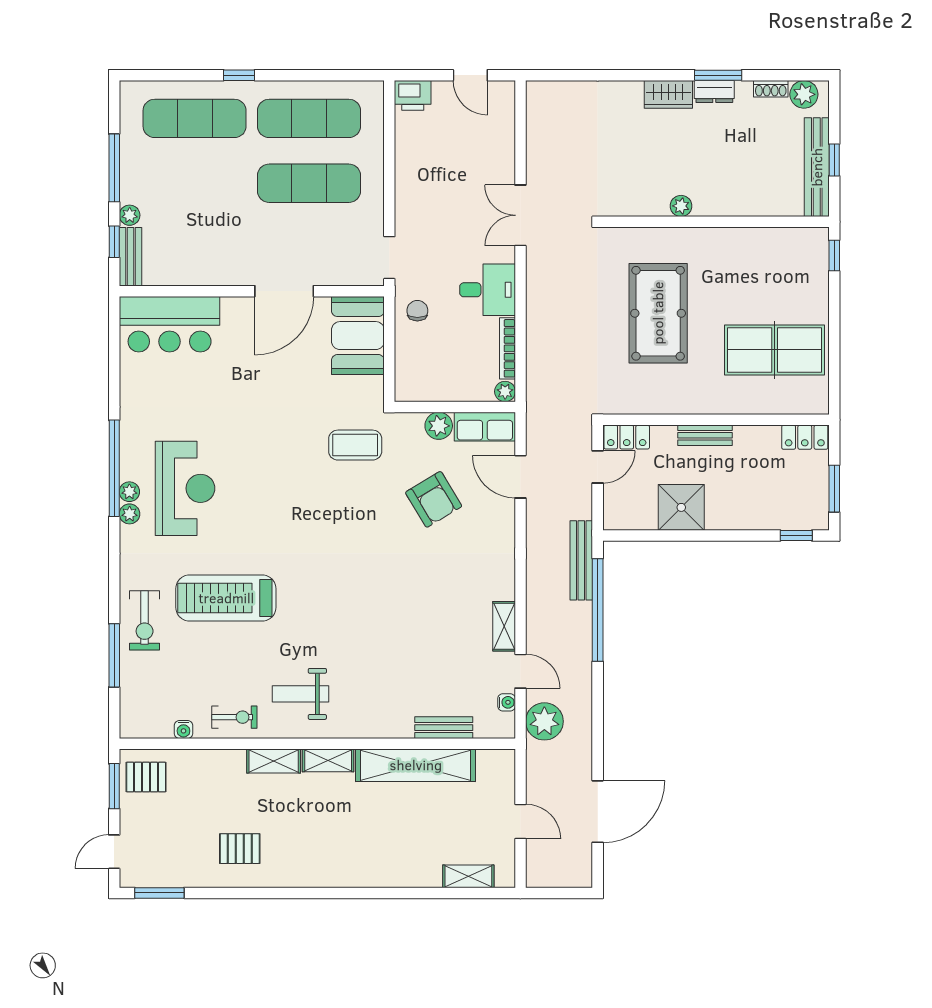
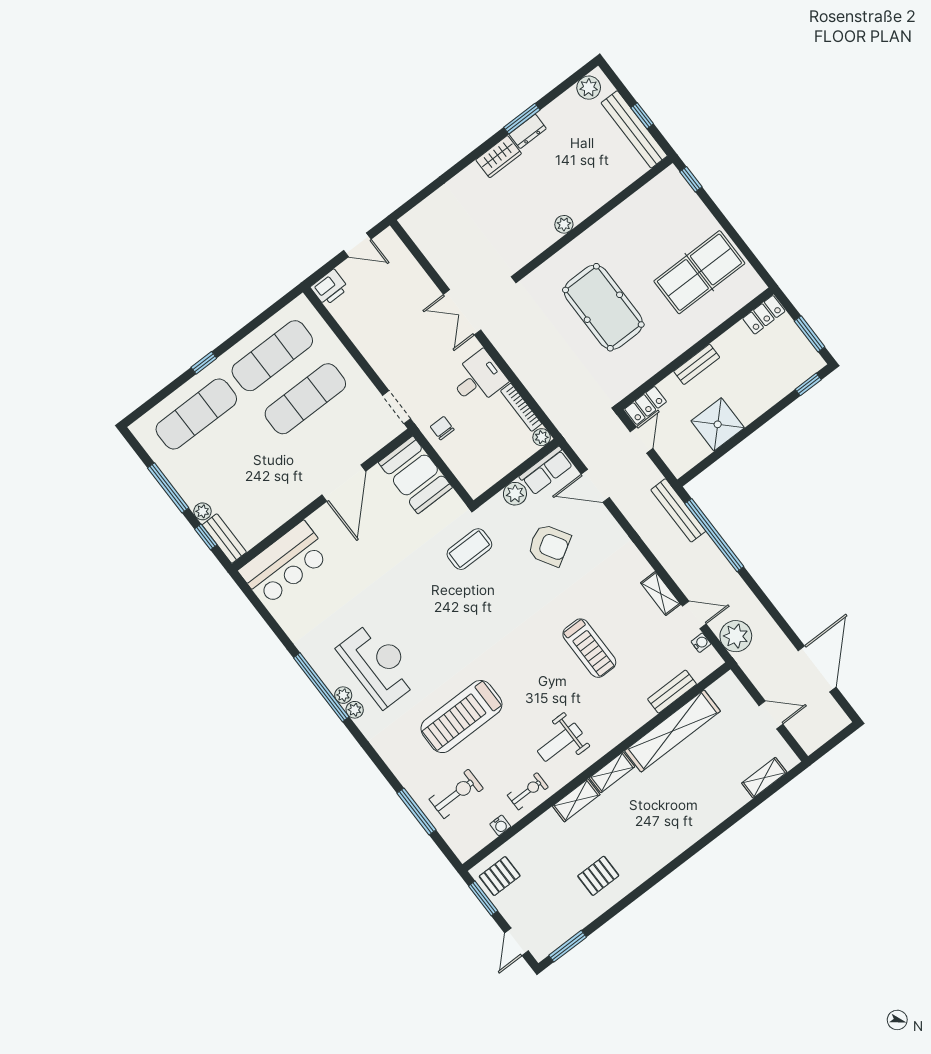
shoe rack: (771, 89) -> (564, 101), removed
exercise bike: (145, 620) -> (456, 794), moved, turned -90
treadmill: (397, 626) -> (589, 648), added

